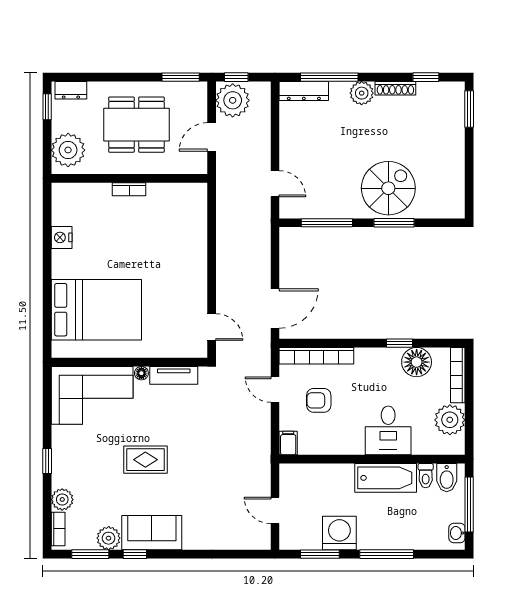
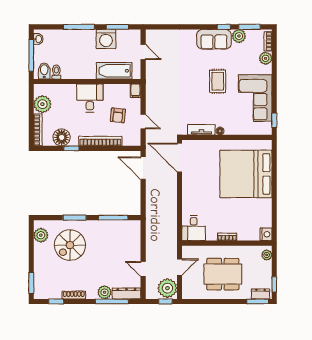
window: (181, 77) -> (258, 301), moved
plant: (362, 93) -> (105, 292), moved
plant: (68, 150) -> (267, 255), width x0.53, depth x0.53
door: (275, 184) -> (143, 269), moved
spiral stairs: (388, 188) -> (70, 245), moved
plant: (453, 192) -> (41, 235), added
desk: (187, 204) -> (194, 228), added
nightstand: (62, 237) -> (266, 234), moved
door: (275, 309) -> (143, 168), hinge flipped
bed: (96, 310) -> (246, 174), width x1.36
door: (212, 327) -> (180, 158), width x1.88
bookcase: (316, 356) -> (100, 141), moved
corner sofa: (92, 395) -> (255, 98), moved, turned -90
armchair: (319, 400) -> (118, 115), turned 96
desk: (388, 430) -> (90, 98), moved
rug: (145, 460) -> (218, 81), turned 90
window: (47, 461) -> (274, 120), moved
bathtub: (386, 478) -> (114, 71), moved

